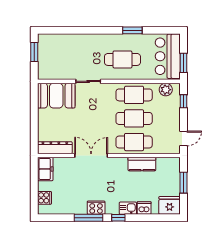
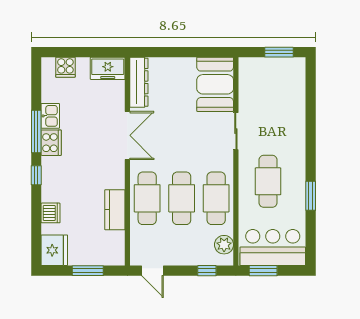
kitchen sink: (128, 208) -> (50, 116), moved

